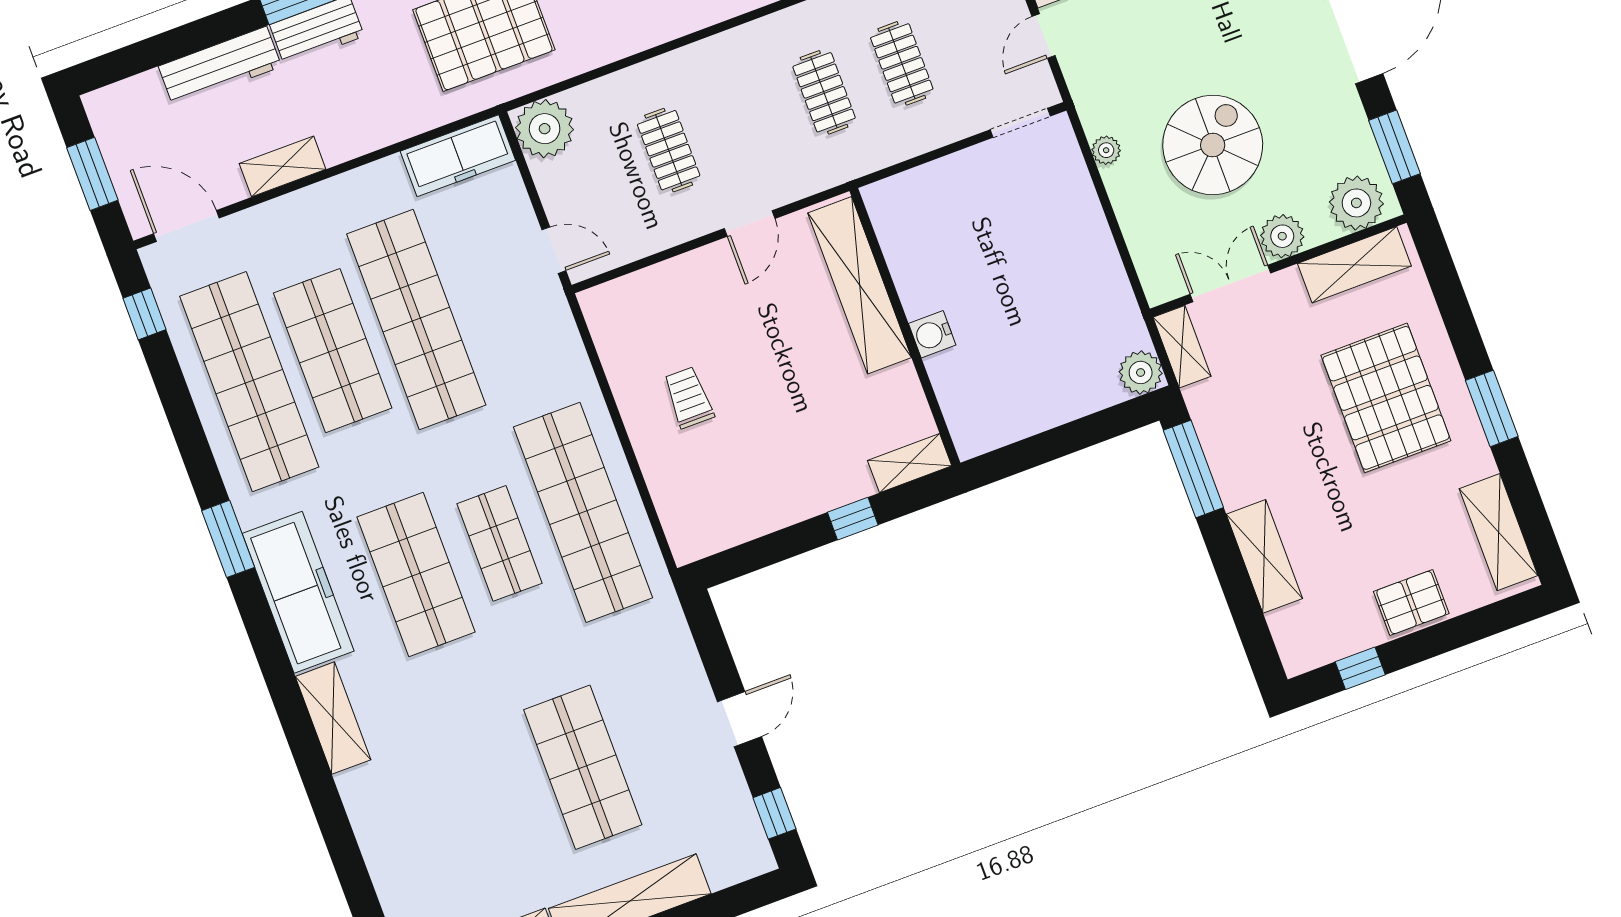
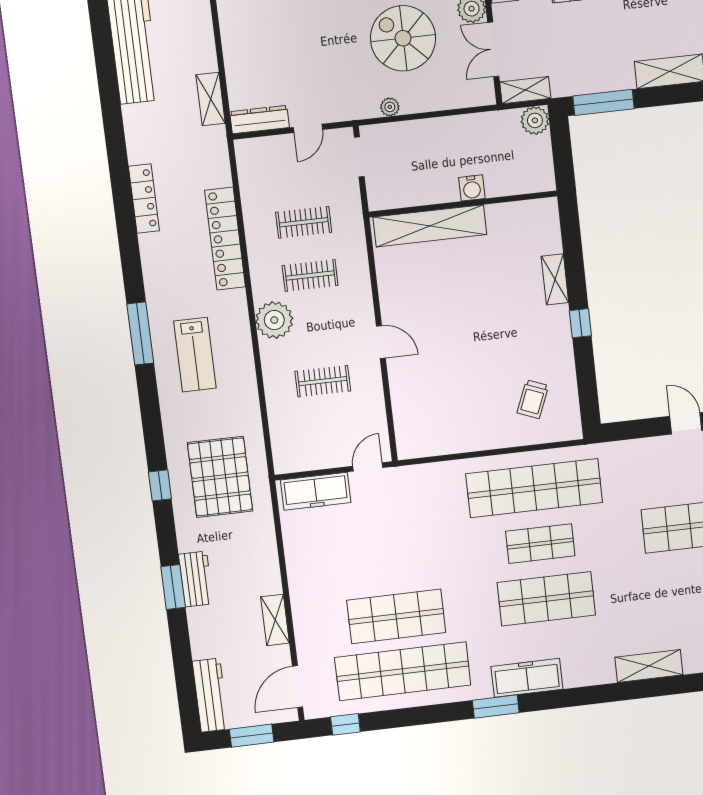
door: (1043, 36) -> (308, 128), hinge flipped
workbench: (220, 66) -> (210, 695), moved
plant: (545, 129) -> (274, 320), moved
freezer: (458, 156) -> (316, 491), moved, turned 90
shelving: (860, 285) -> (430, 226), moved
shop shelf: (416, 320) -> (390, 561), removed
wall: (905, 327) -> (463, 204), moved
water cooler: (932, 334) -> (472, 188), moved
trolley: (689, 398) -> (533, 399), moved, turned -68
freezer: (298, 592) -> (527, 678), width x0.73, depth x0.79
shelving: (333, 718) -> (649, 666), moved

